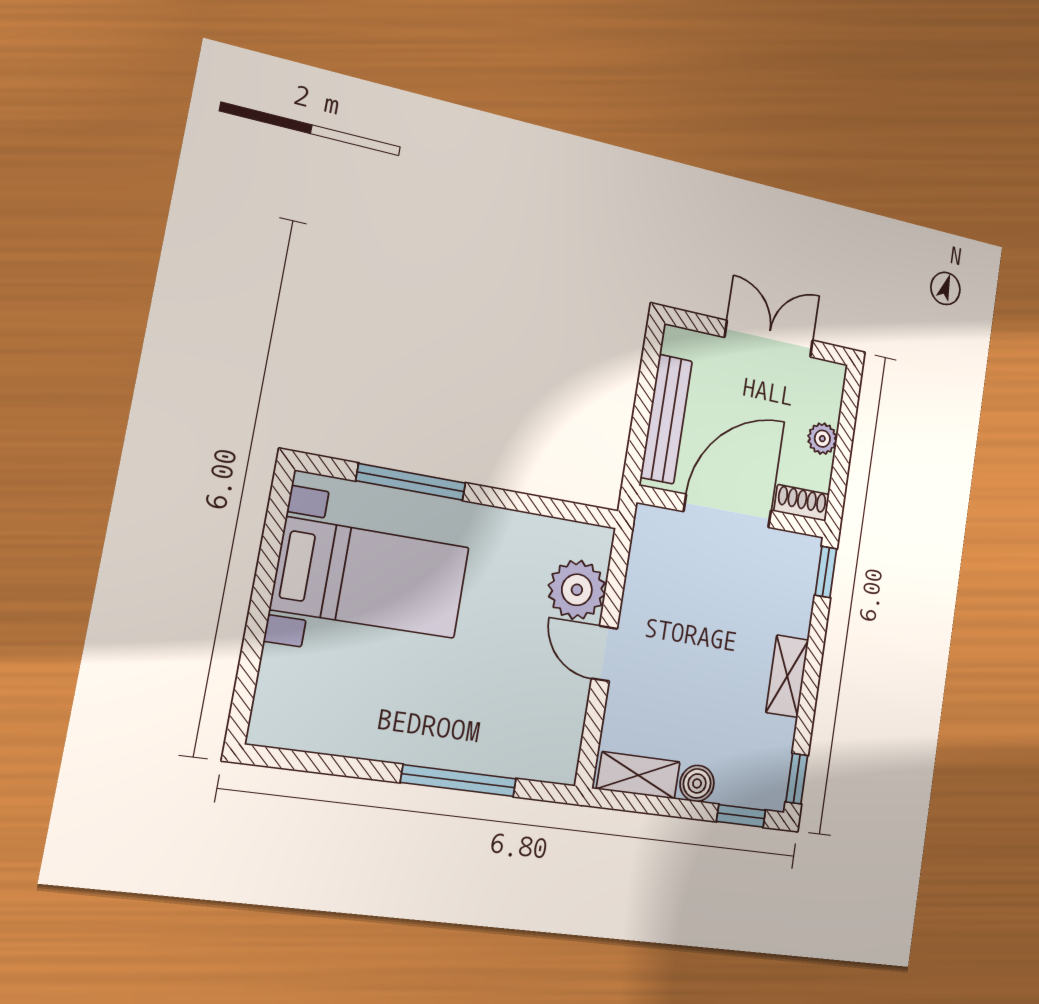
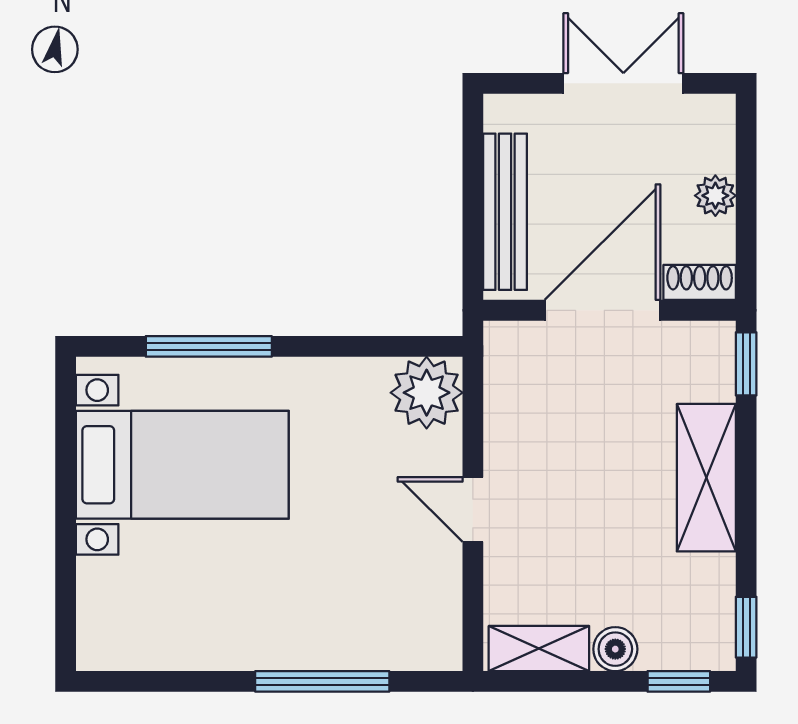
plant: (577, 590) -> (427, 393), moved
shelving: (787, 676) -> (706, 478), width x1.50, depth x1.33

